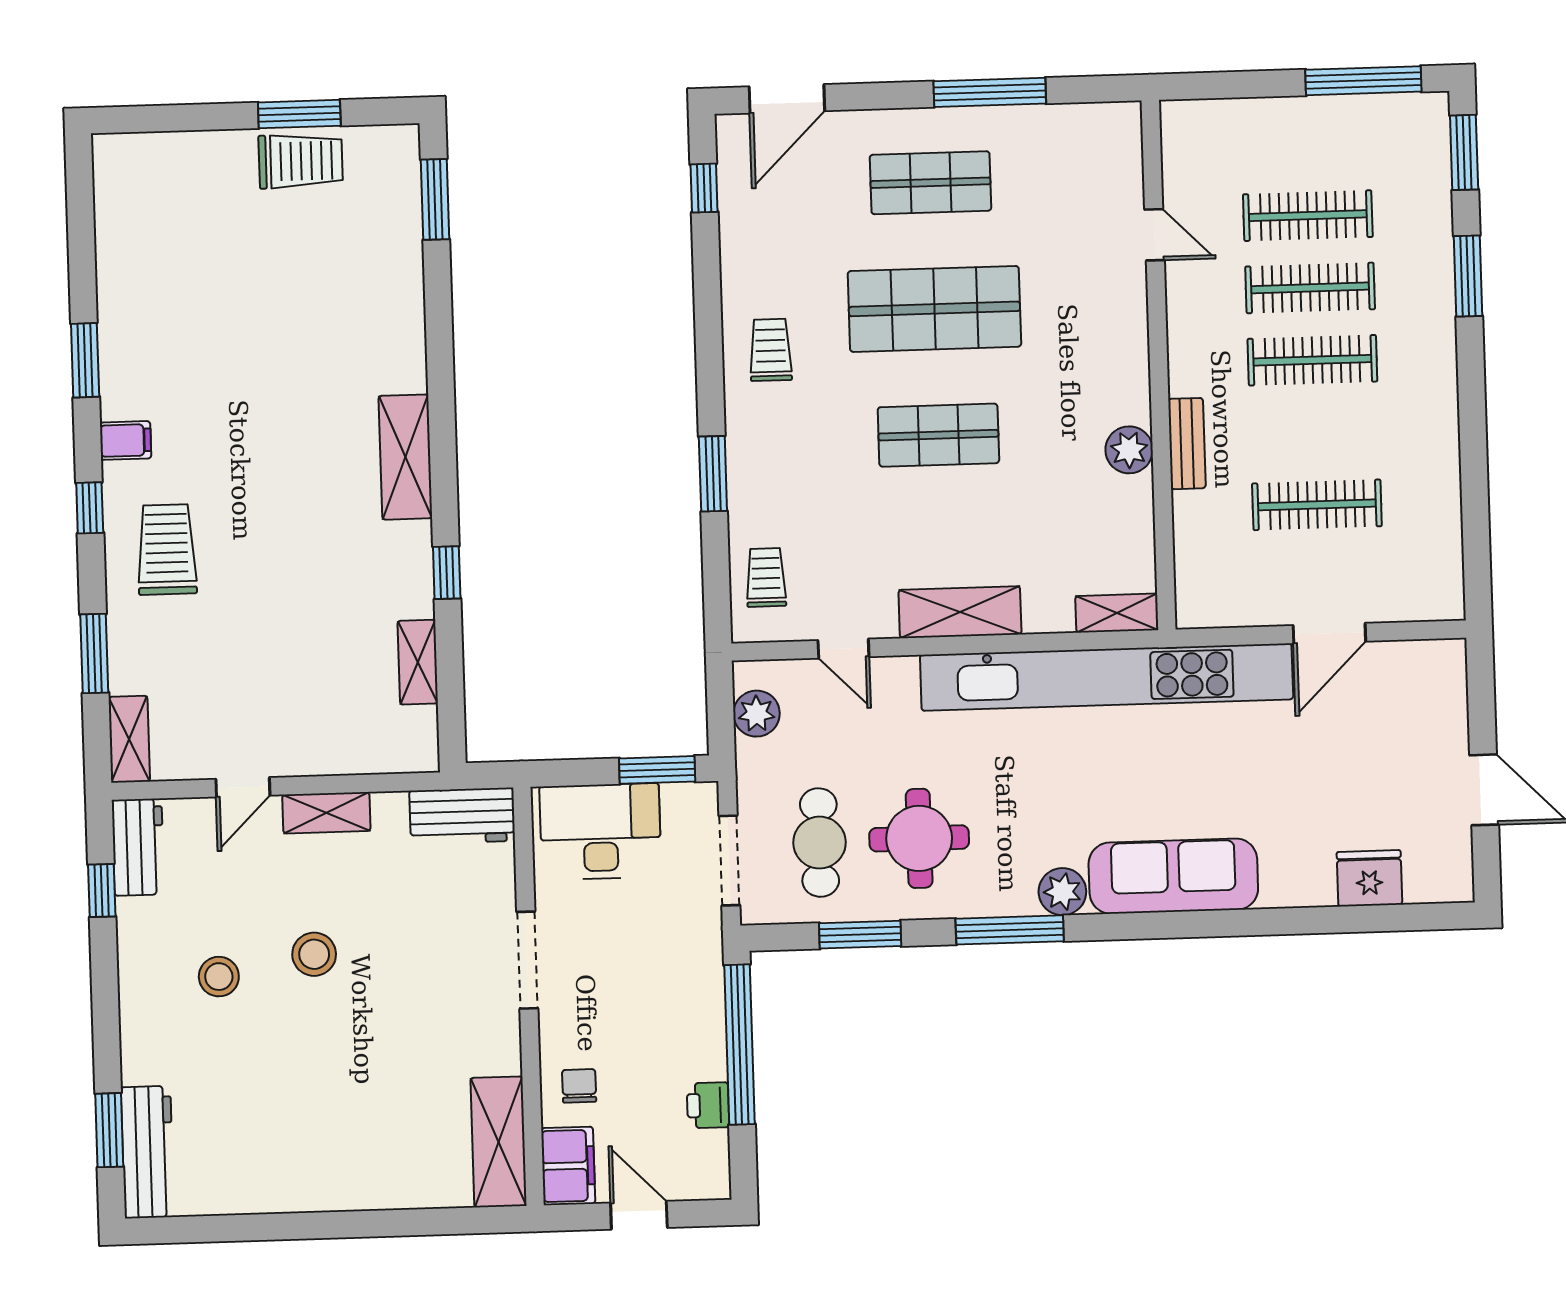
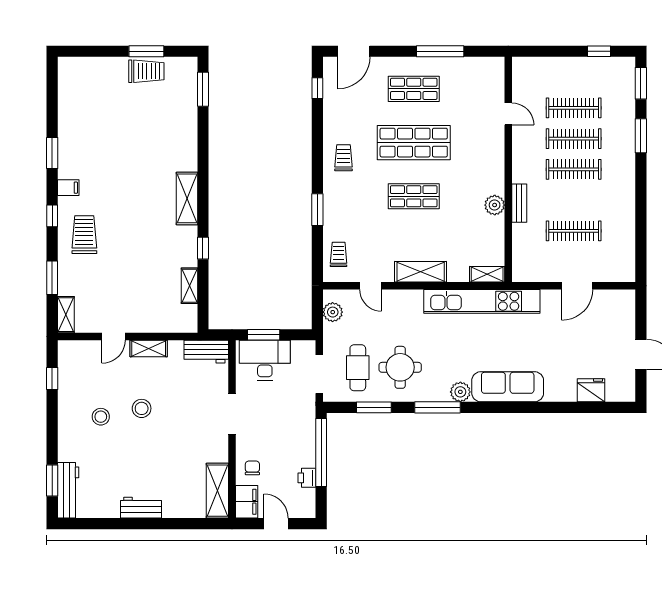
window: (1363, 81) -> (599, 51), width x0.46
kitchen unit: (1107, 677) -> (482, 301), width x0.73
window: (657, 770) -> (264, 335), moved
workbench: (138, 847) -> (141, 508), moved, turned -90

